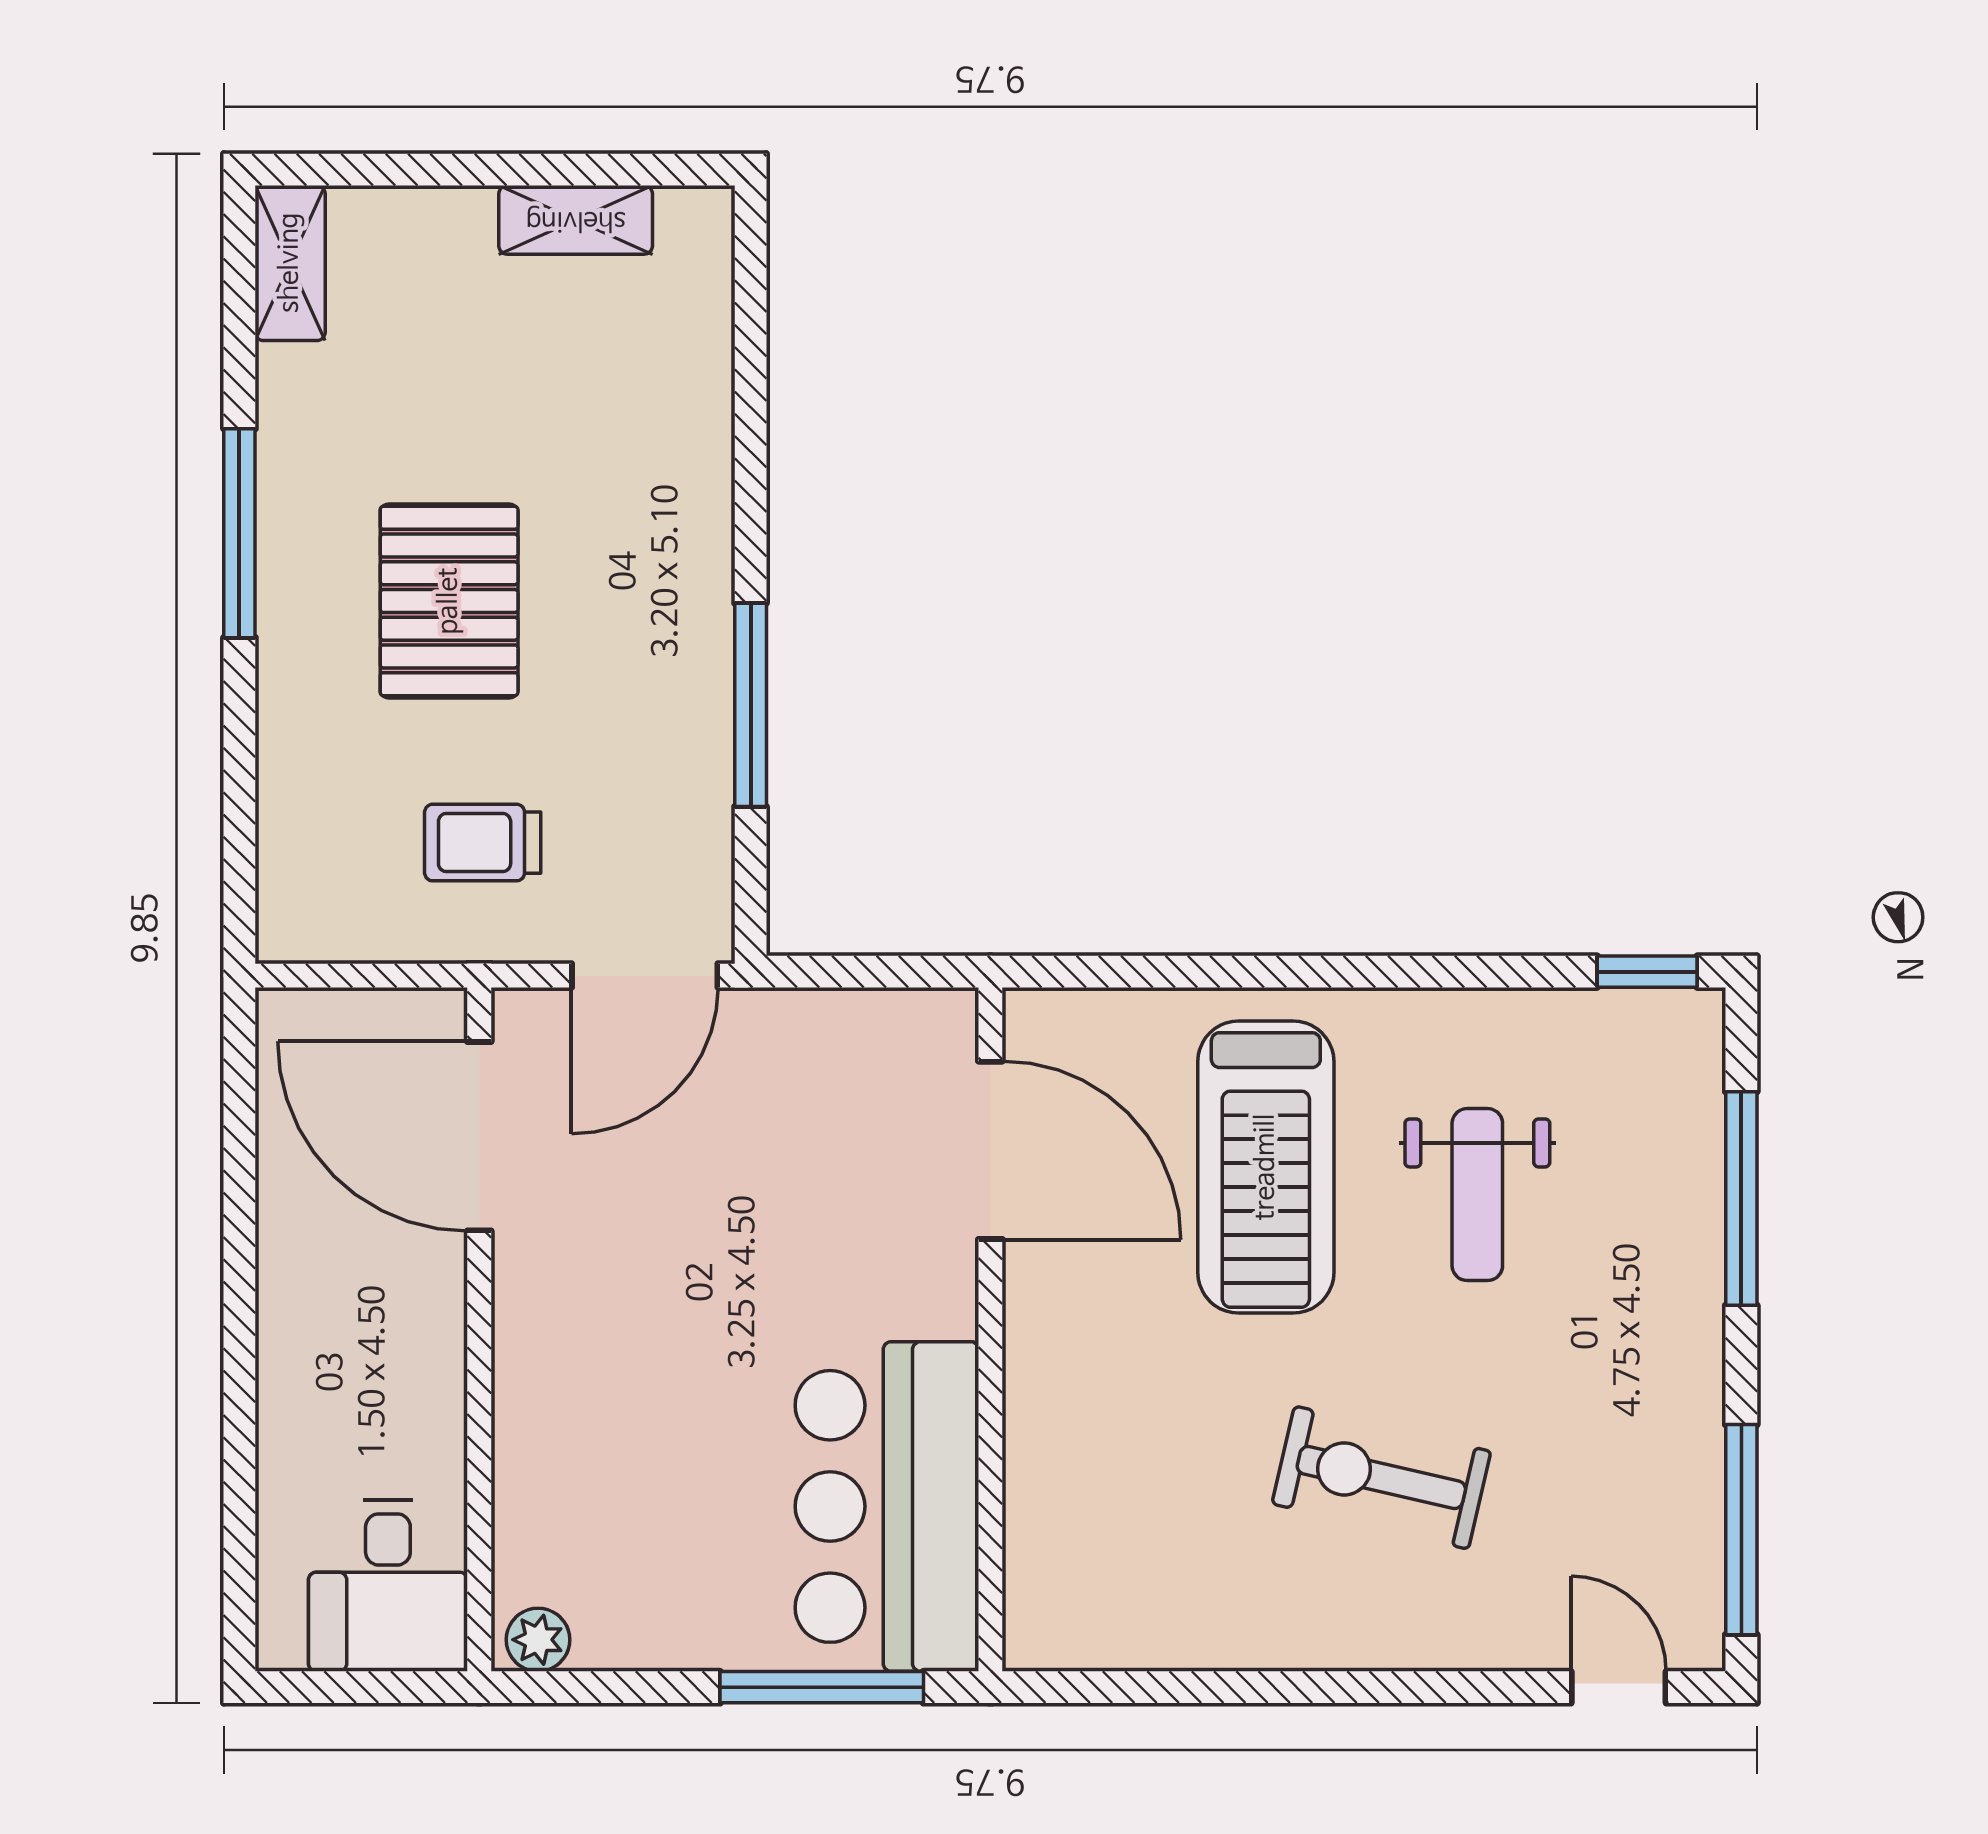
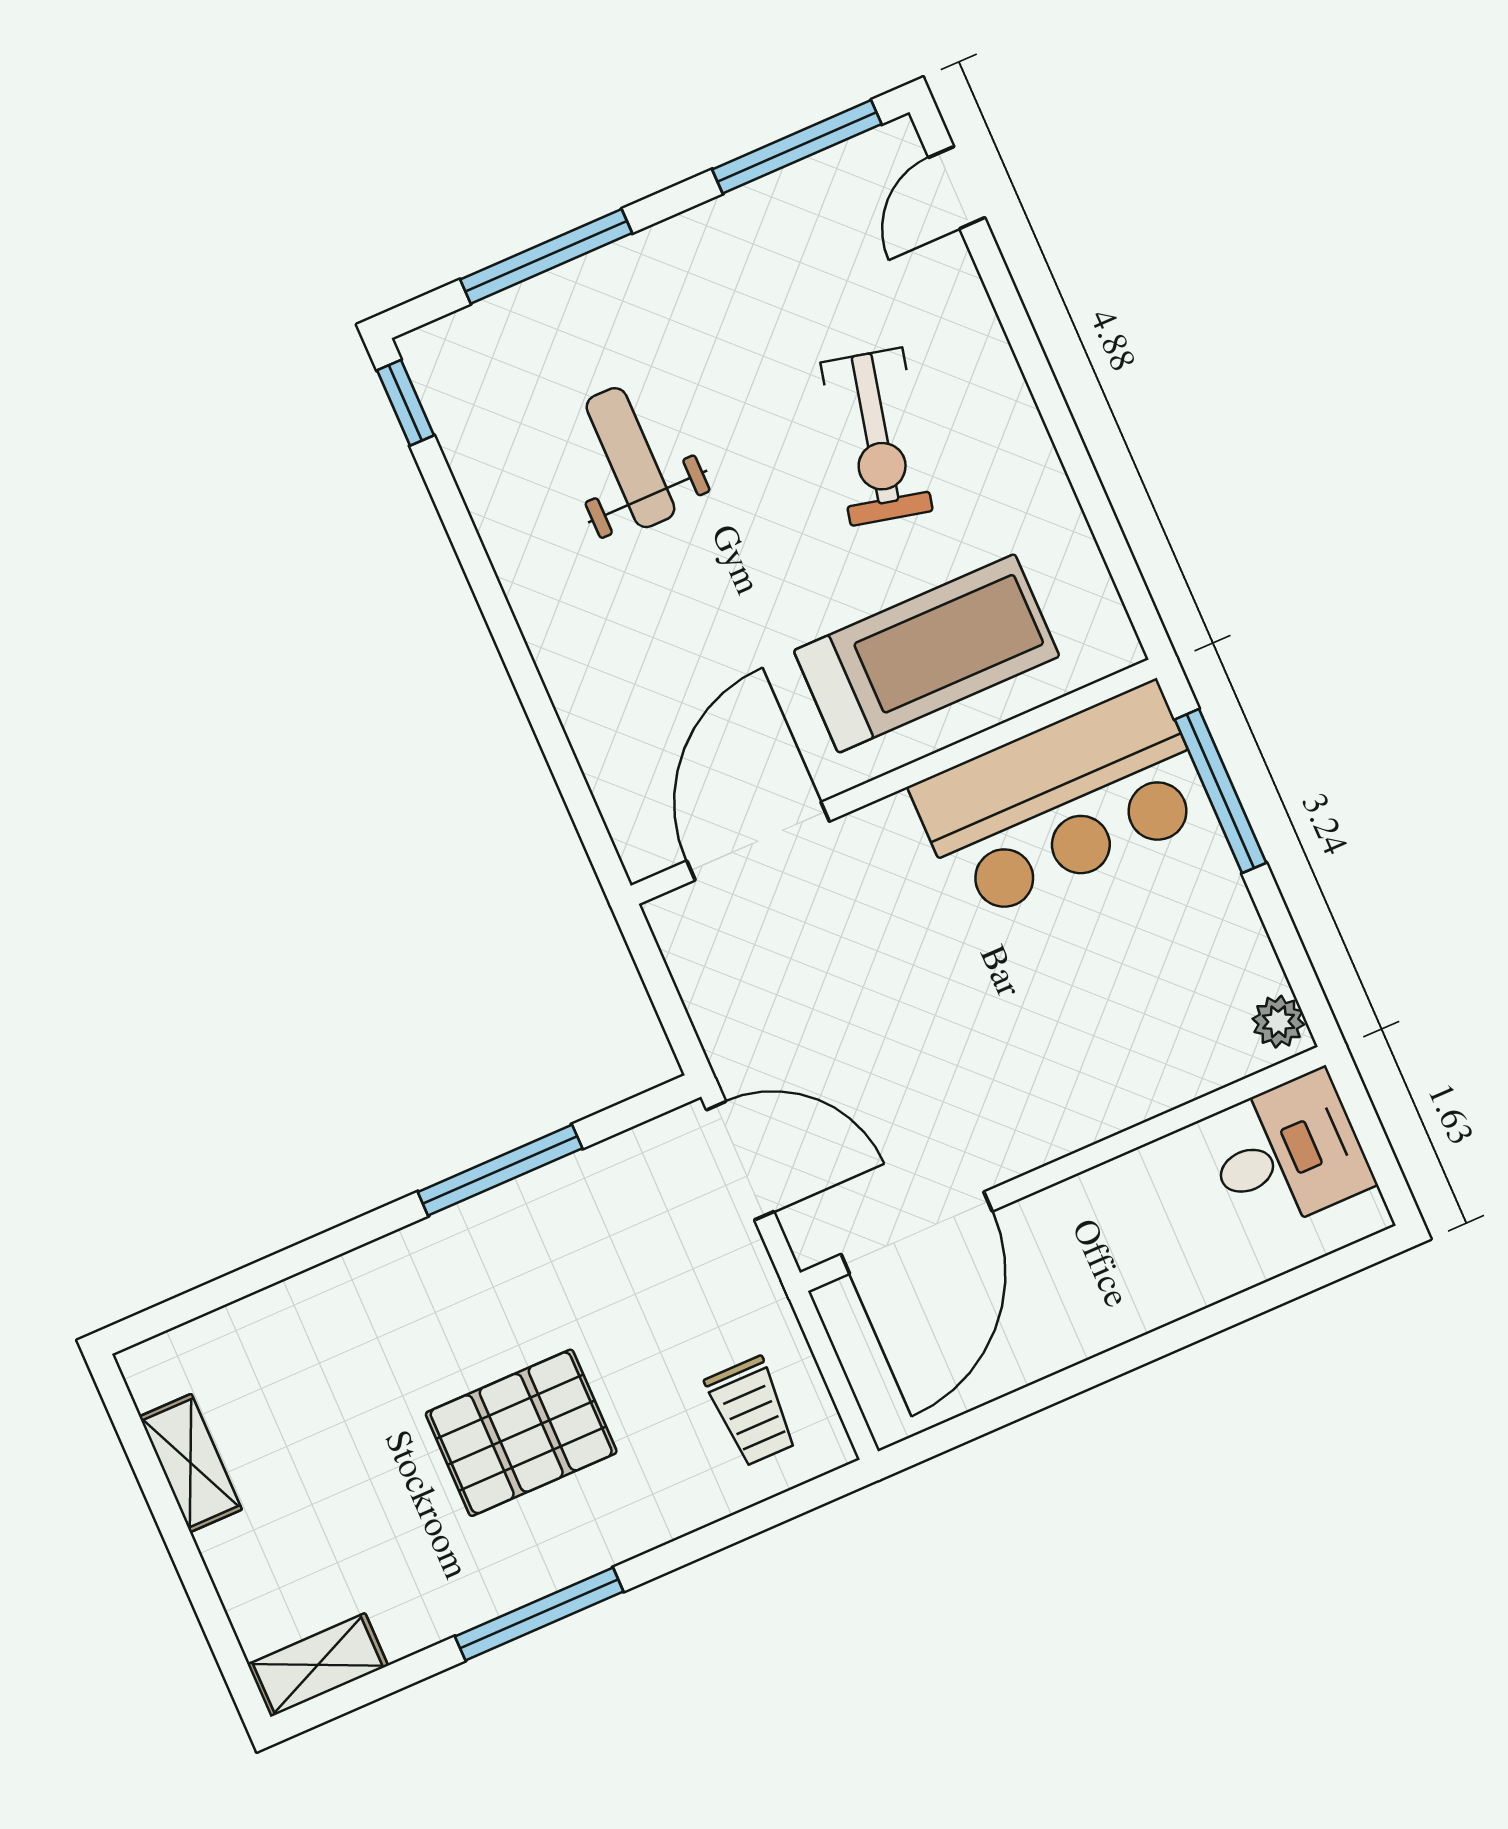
trolley: (483, 843) -> (751, 1411), moved
treadmill: (1266, 1167) -> (927, 653), moved
weight bench: (1477, 1195) -> (630, 458), turned -90

